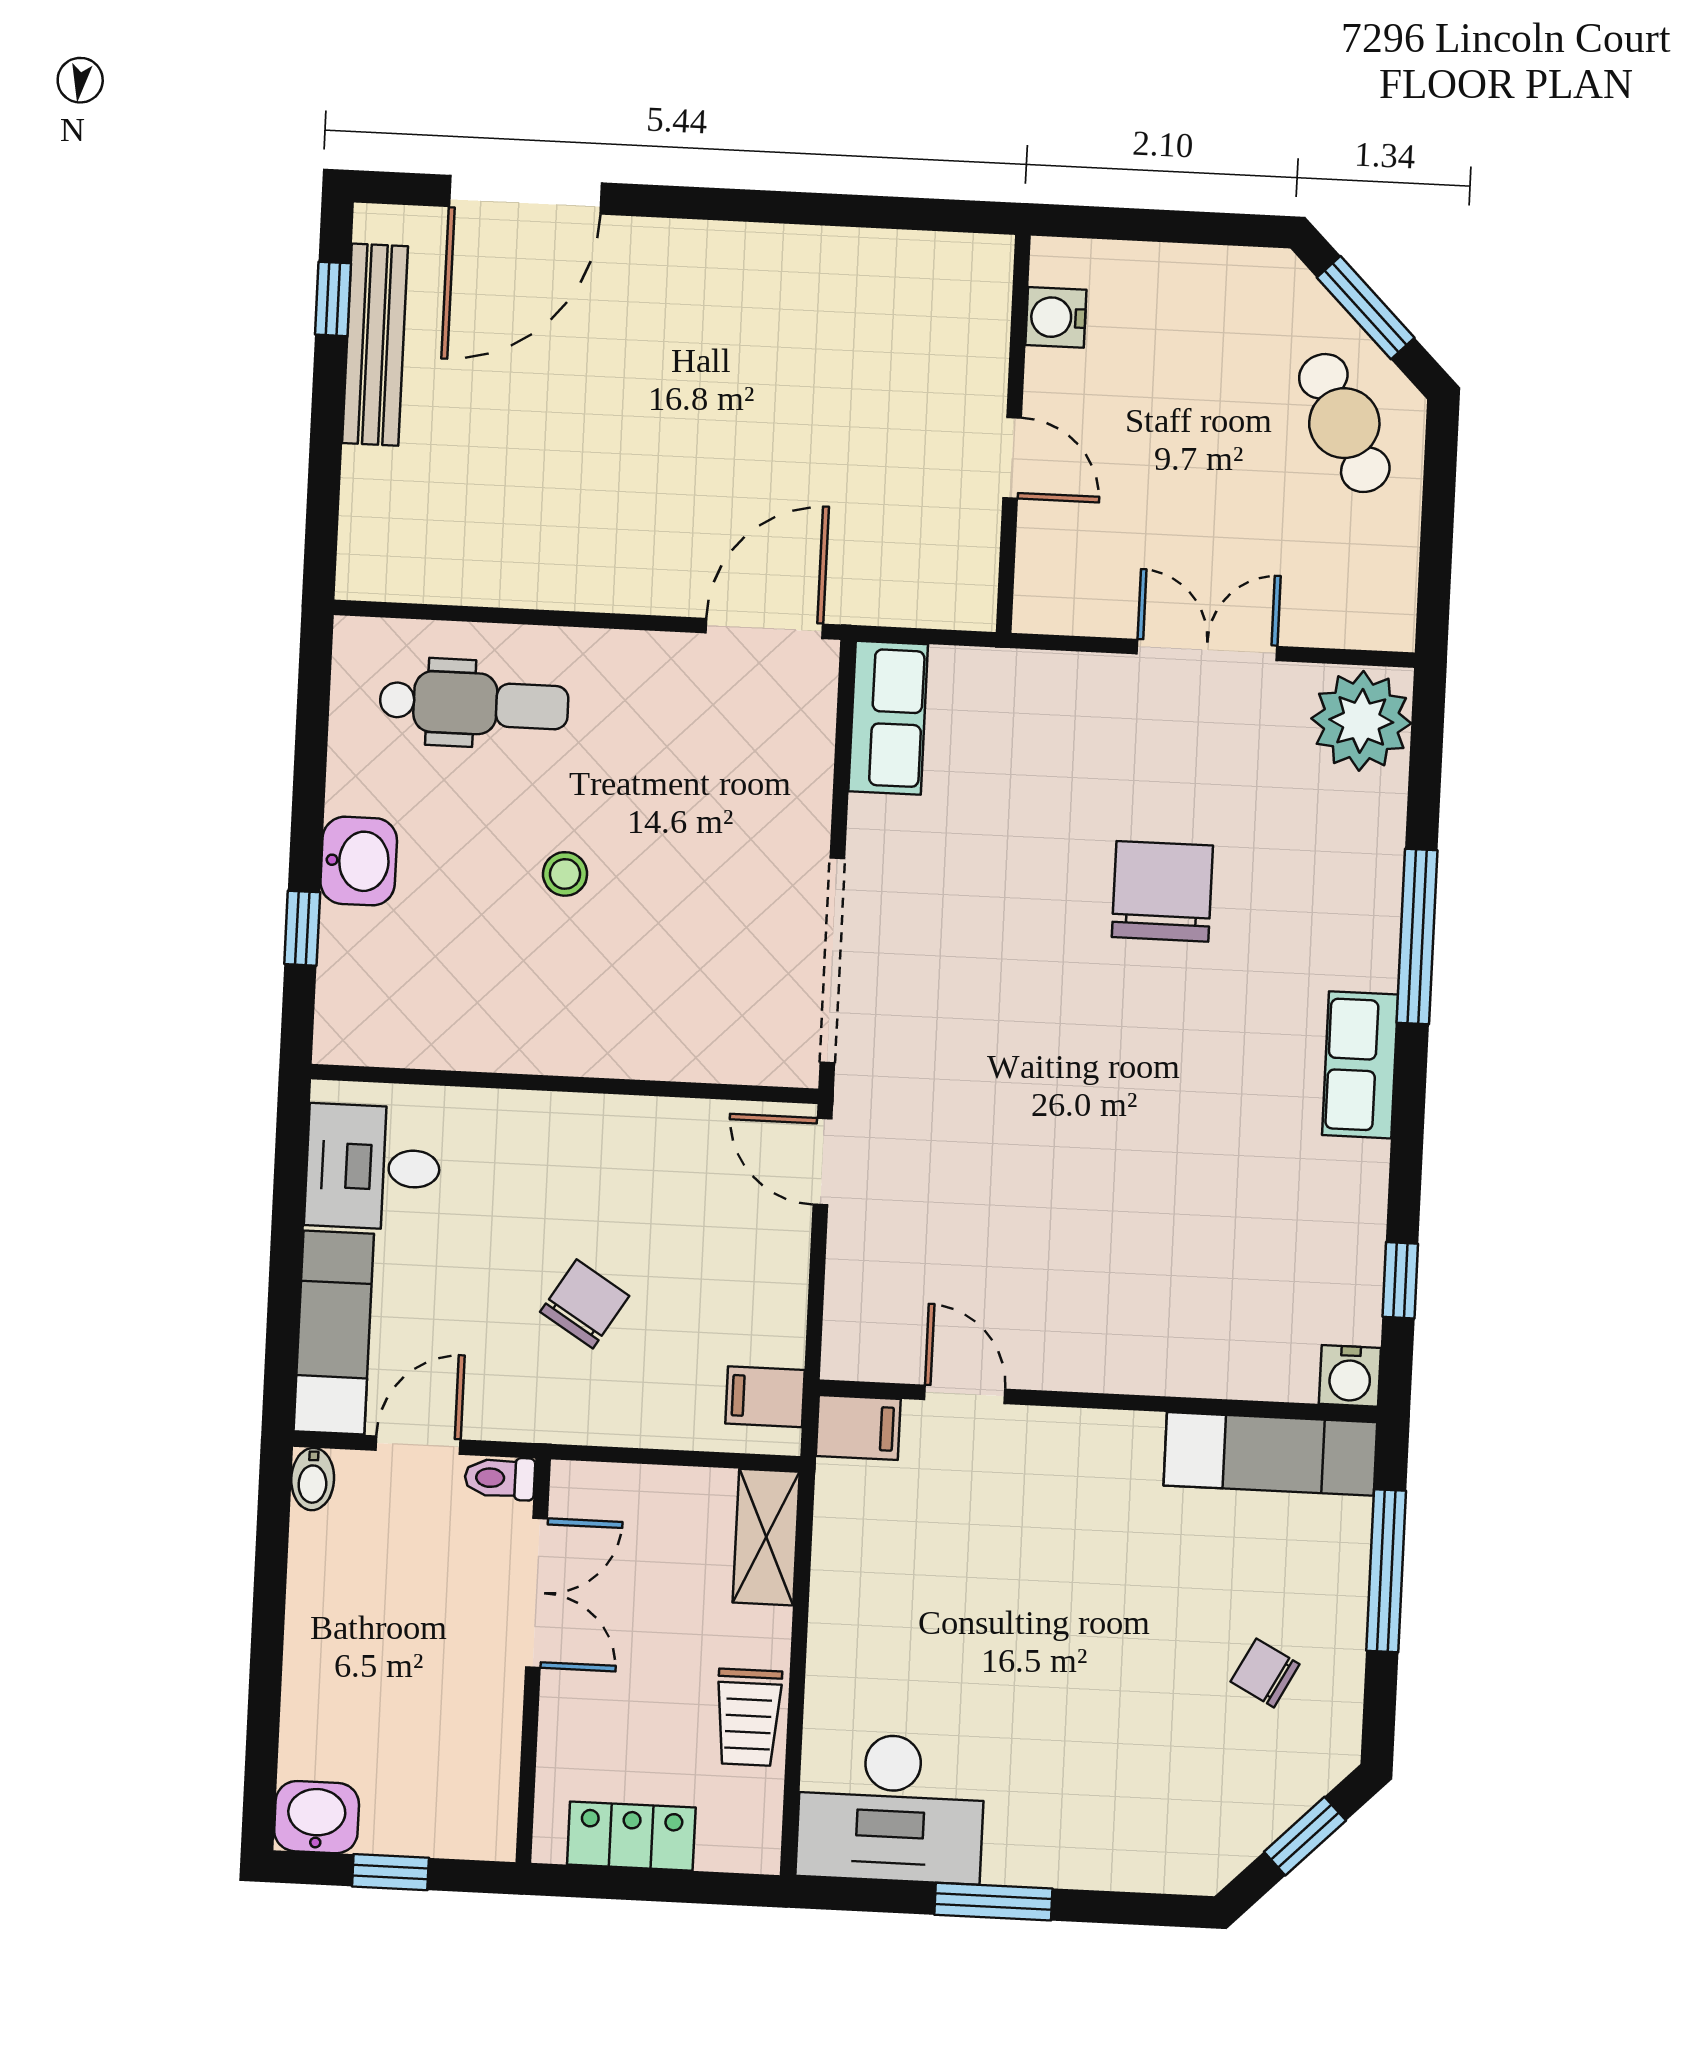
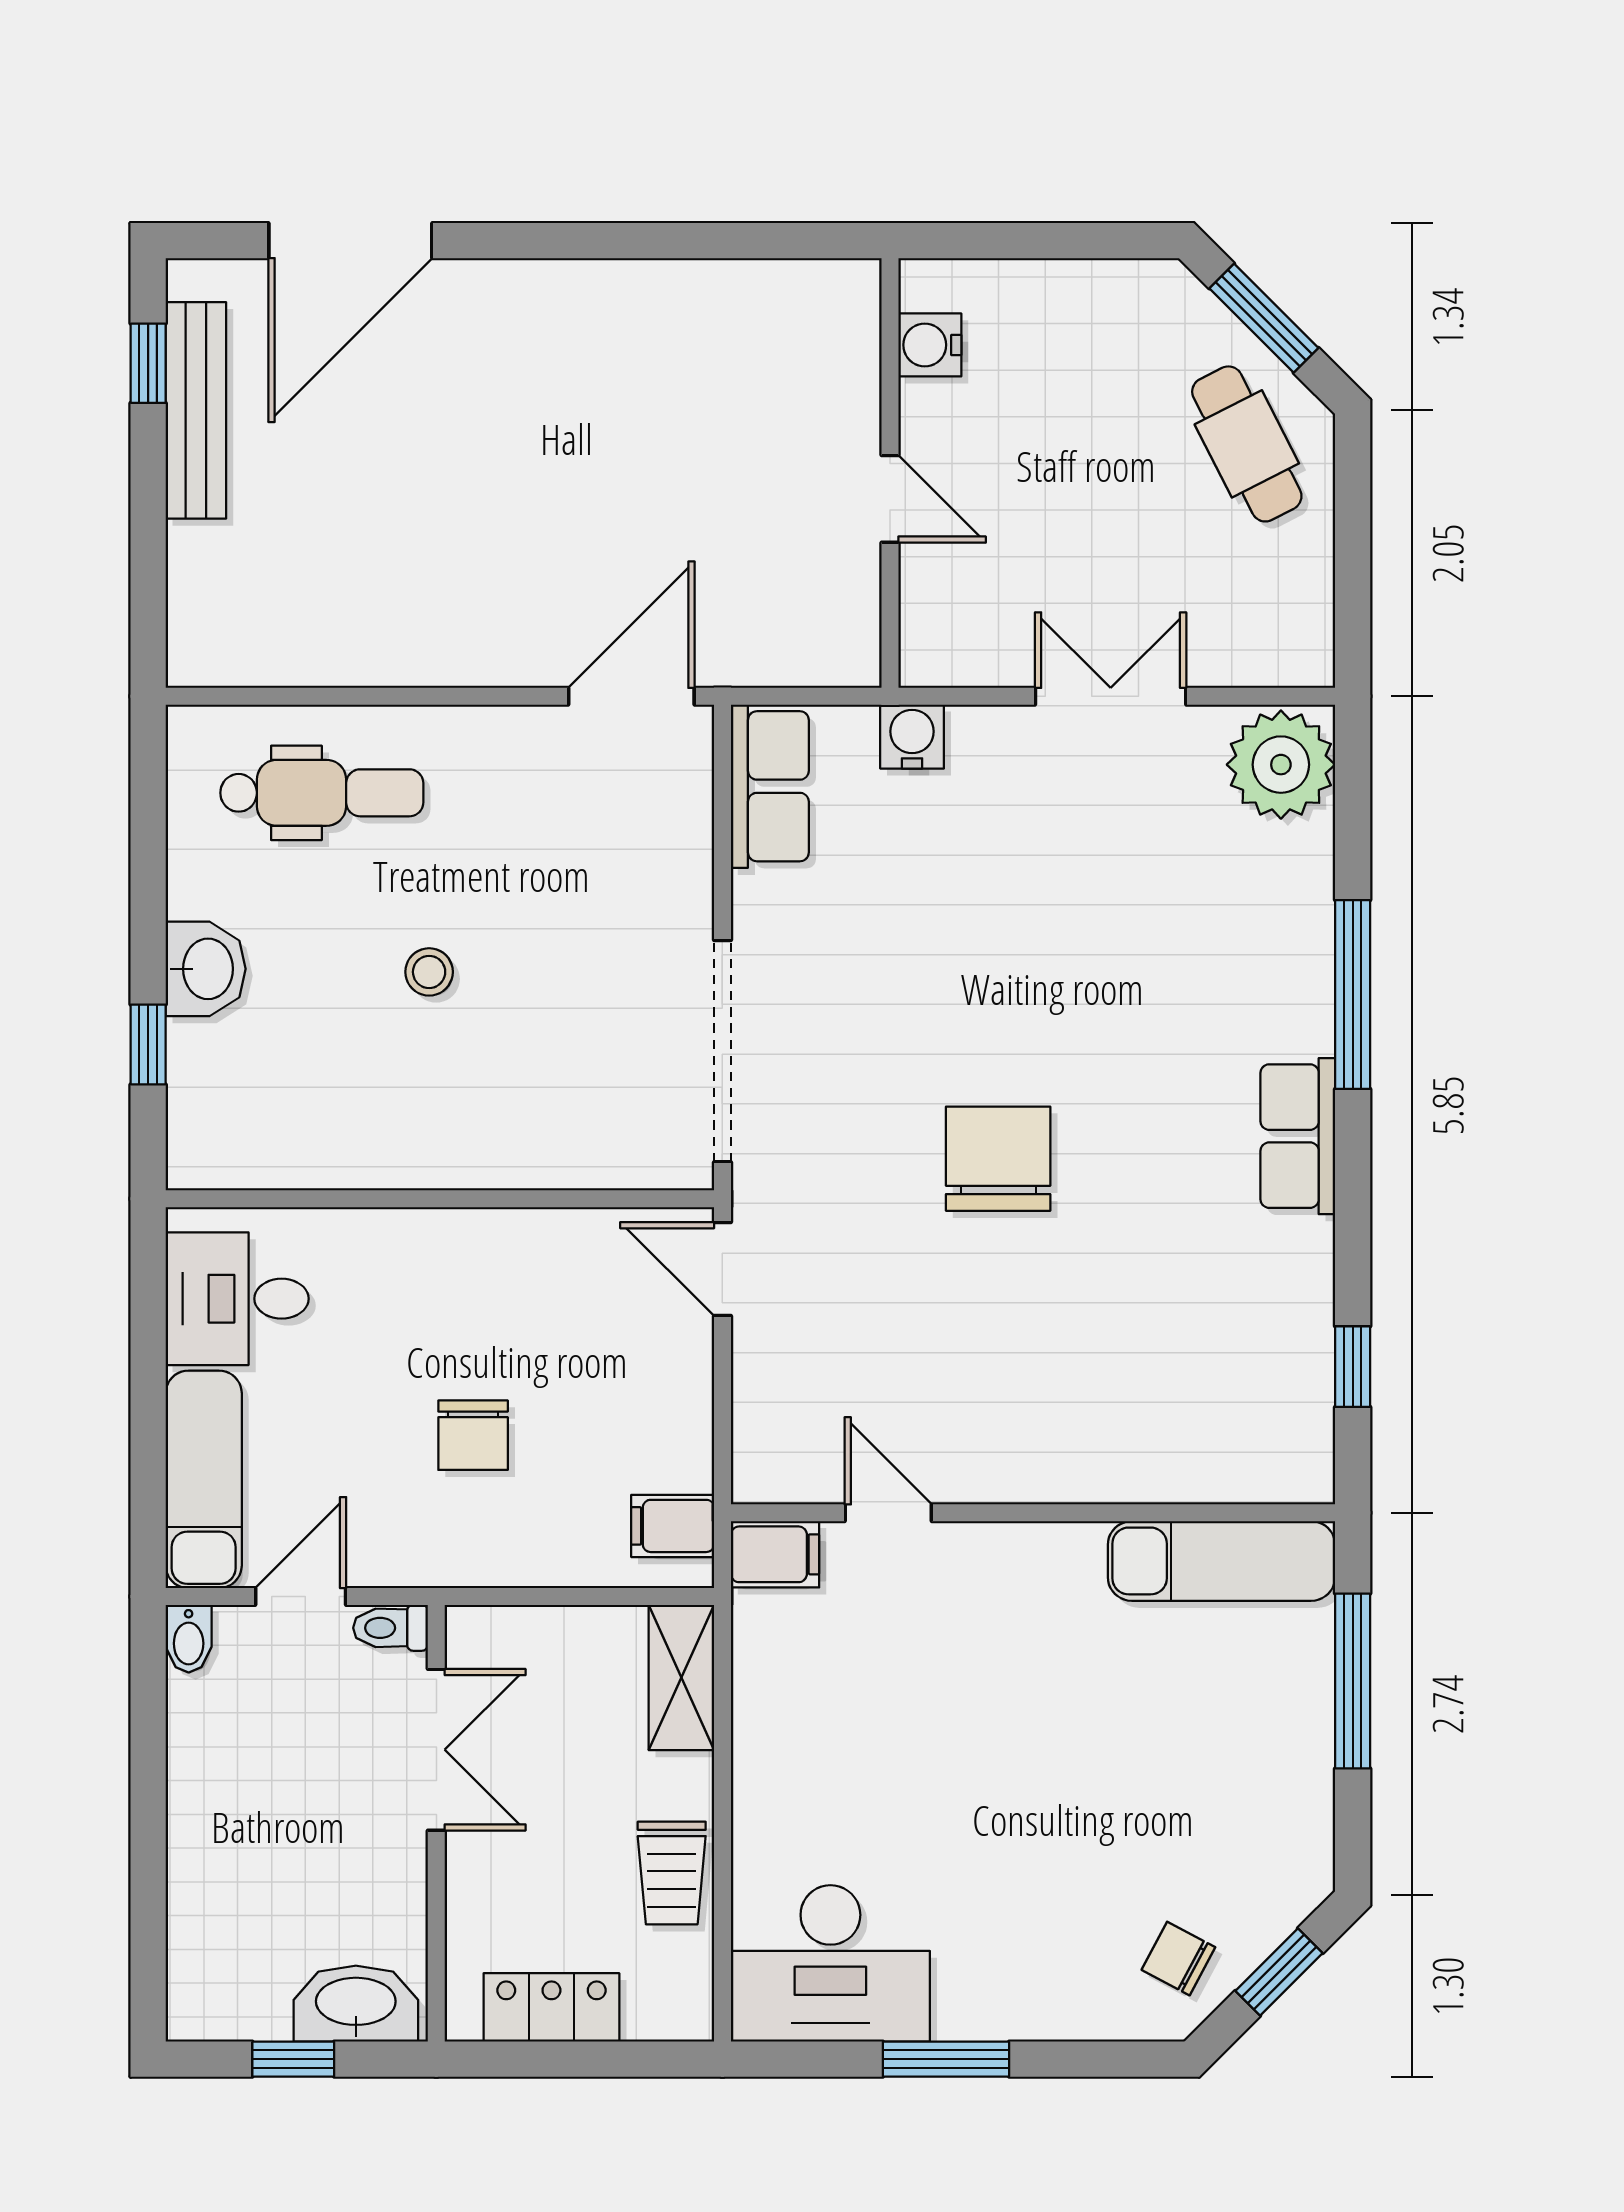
chair: (1162, 891) -> (998, 1159), moved
chair: (585, 1304) -> (473, 1435), turned 148
water cooler: (1350, 1376) -> (912, 737), moved, turned 180
chair: (1265, 1673) -> (1178, 1959), moved
washbasin: (317, 1817) -> (356, 2004), moved, width x1.38

